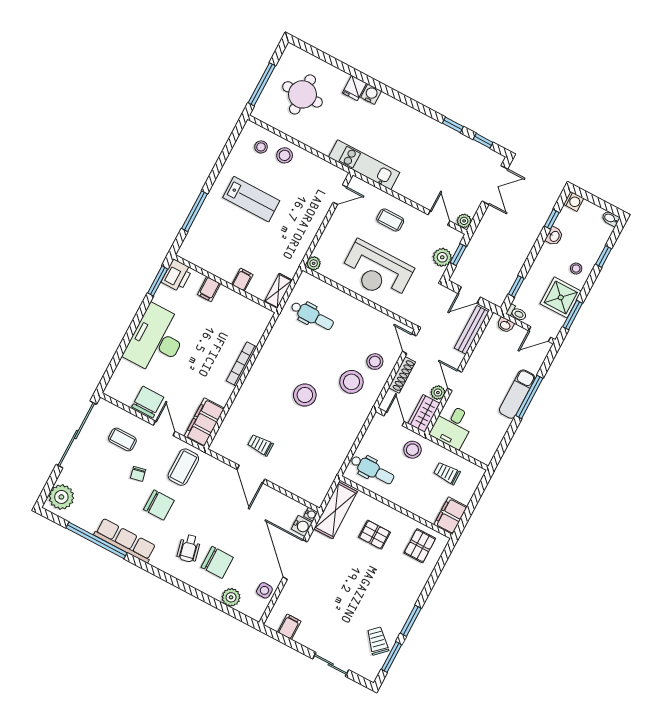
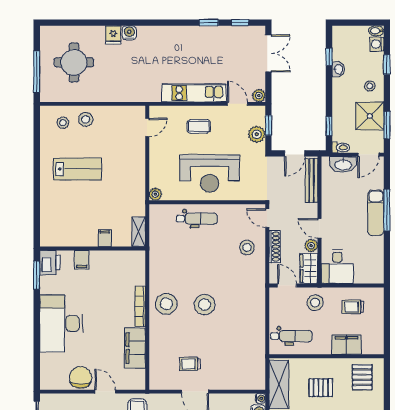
kitchen unit: (364, 165) -> (194, 93), moved
washing machine: (574, 201) -> (377, 44), moved, turned 180
window: (195, 211) -> (37, 203), removed
dental chair: (312, 316) -> (197, 219), moved
washbasin: (505, 325) -> (343, 165), width x1.91, depth x1.45
stool: (351, 382) -> (166, 304), moved
filing cabinet: (204, 422) -> (135, 348), moved
filing cabinet: (450, 516) -> (346, 345), moved, turned 90

